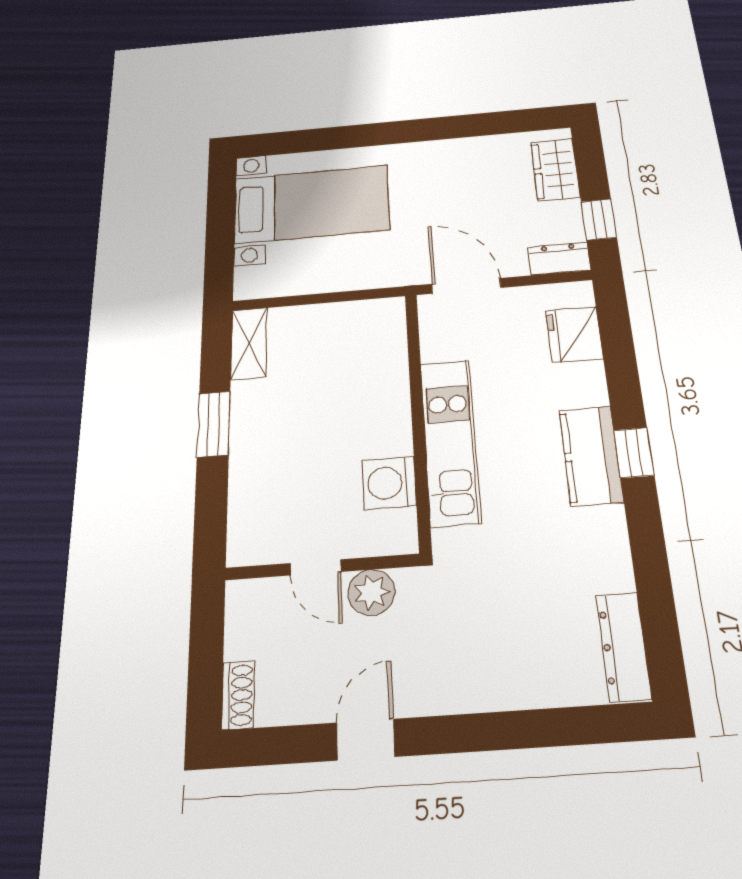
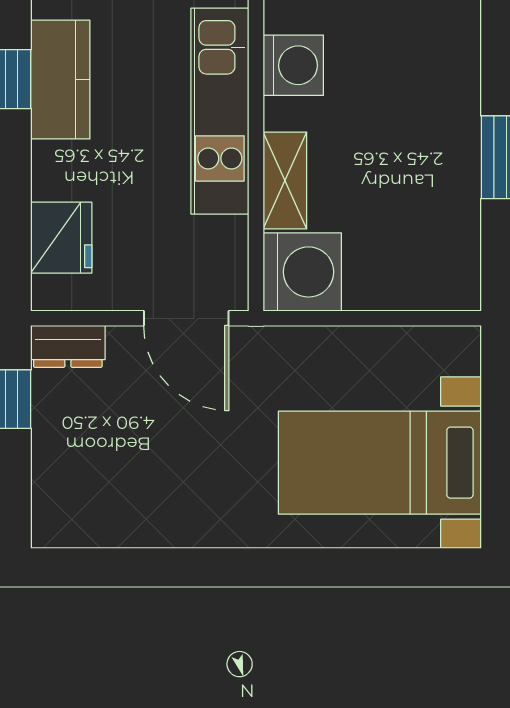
wardrobe: (555, 170) -> (58, 482), removed
washing machine: (375, 326) -> (302, 272), added
shelving: (249, 343) -> (285, 181), moved

